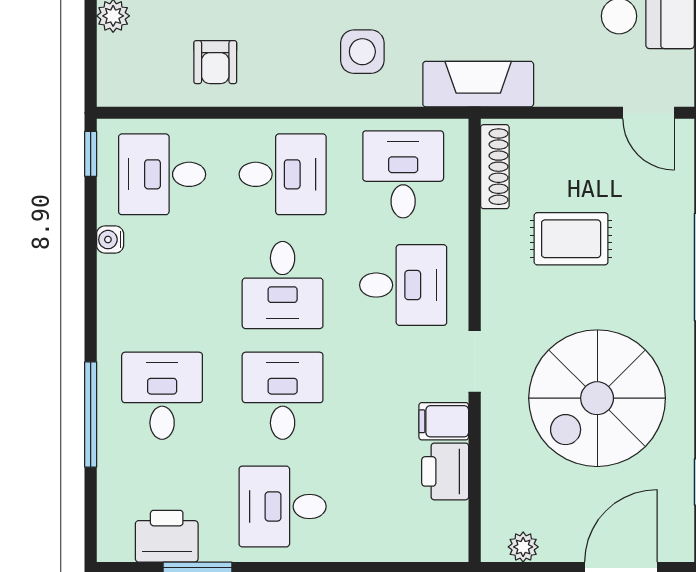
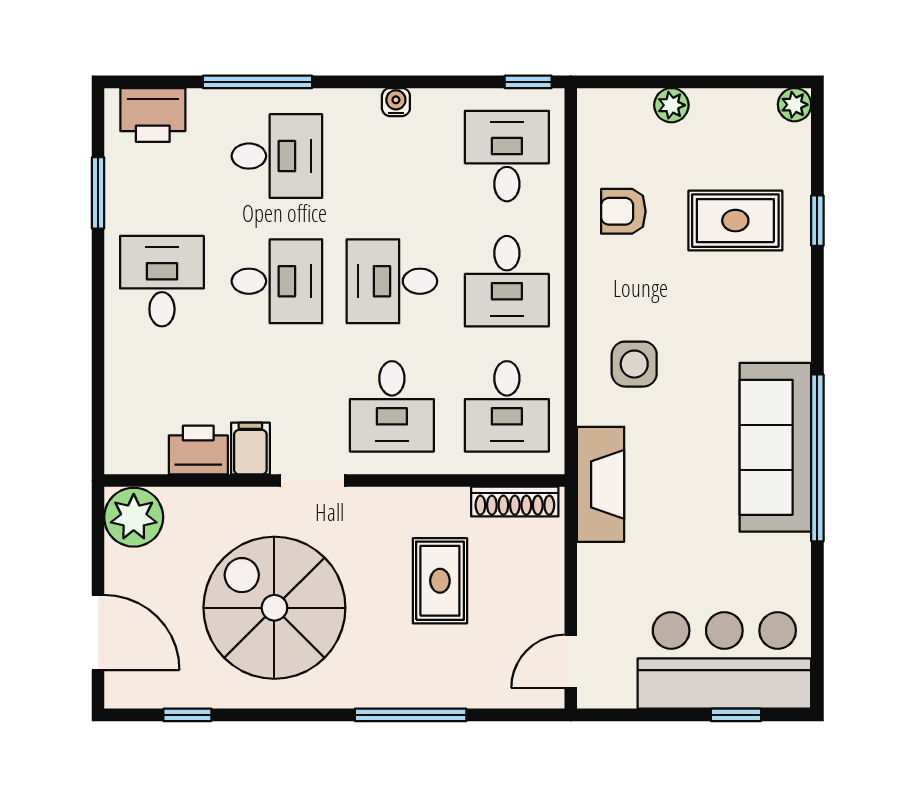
desk: (403, 174) -> (507, 406), turned 90
water cooler: (110, 240) -> (396, 102), moved
printer: (167, 536) -> (153, 115), moved, turned 90
plant: (523, 547) -> (134, 517), width x1.88, depth x1.88

